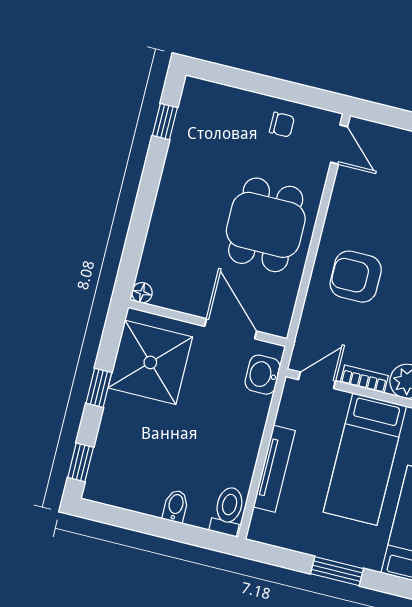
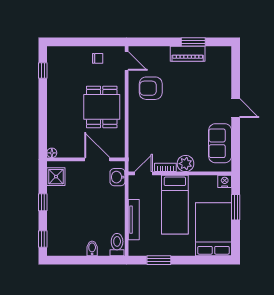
armchair: (356, 277) -> (151, 88), moved
shower: (150, 362) -> (56, 177), width x0.54, depth x0.54
window: (337, 571) -> (159, 260), moved

